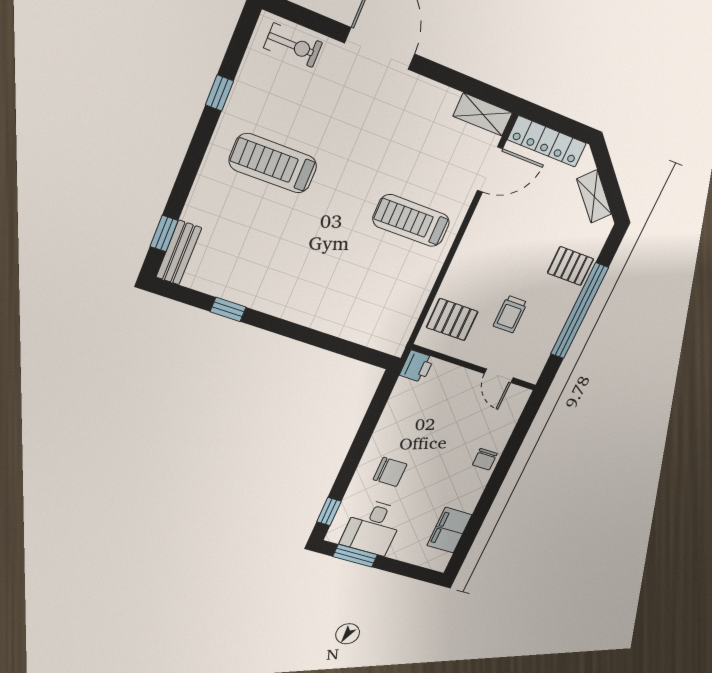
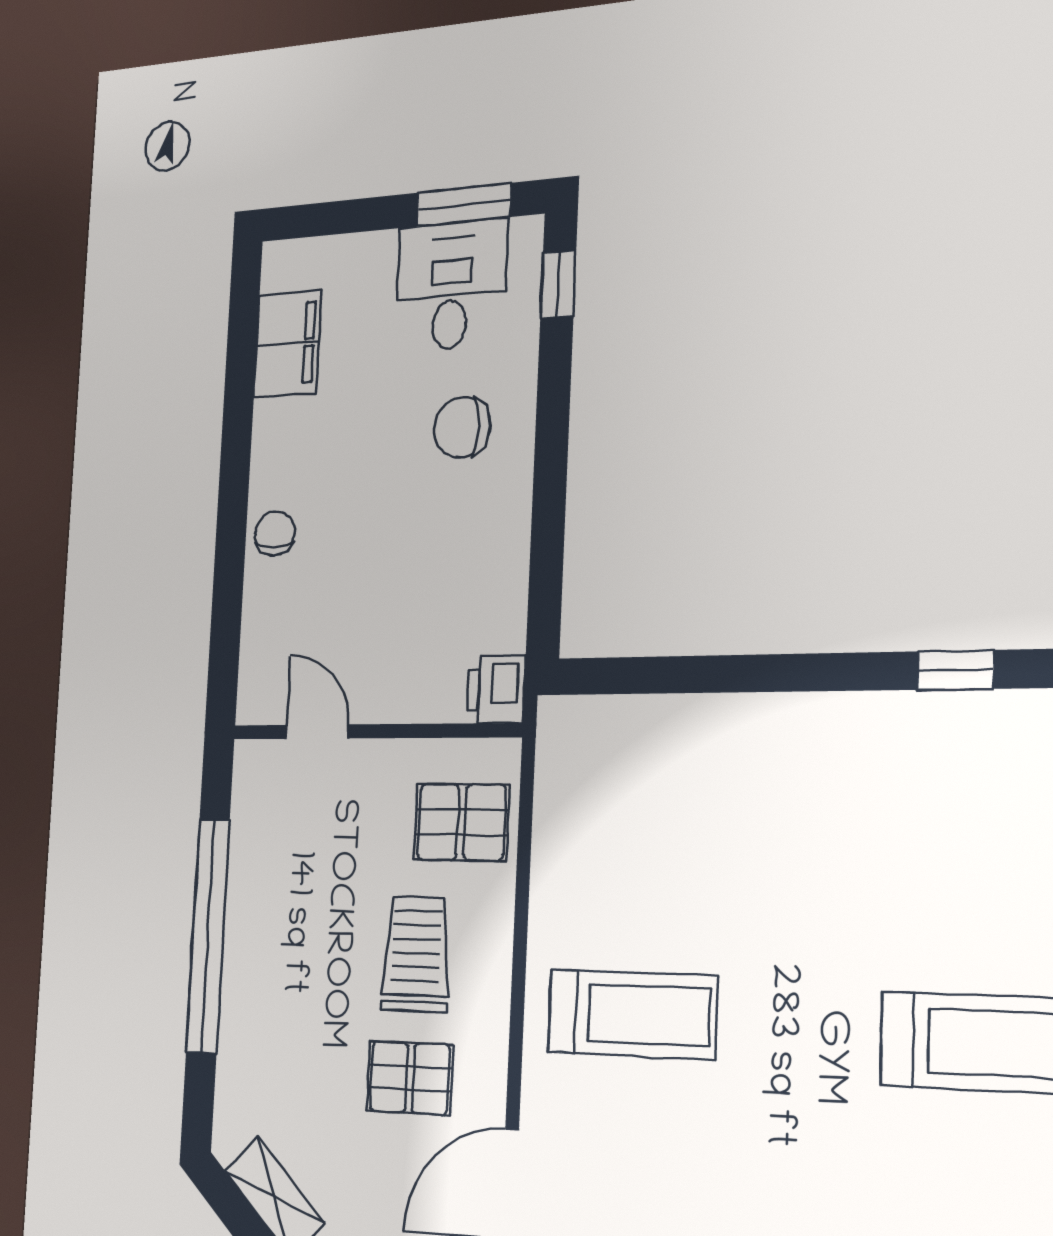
pallet: (570, 266) -> (410, 1078), moved
trolley: (510, 314) -> (416, 954), moved, width x1.36, depth x1.39

